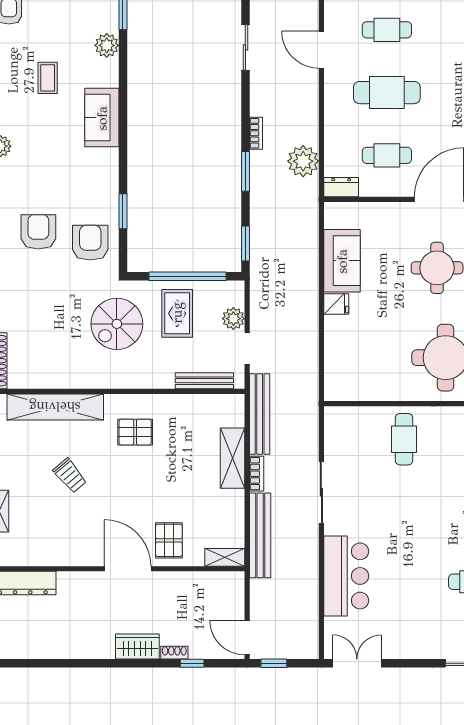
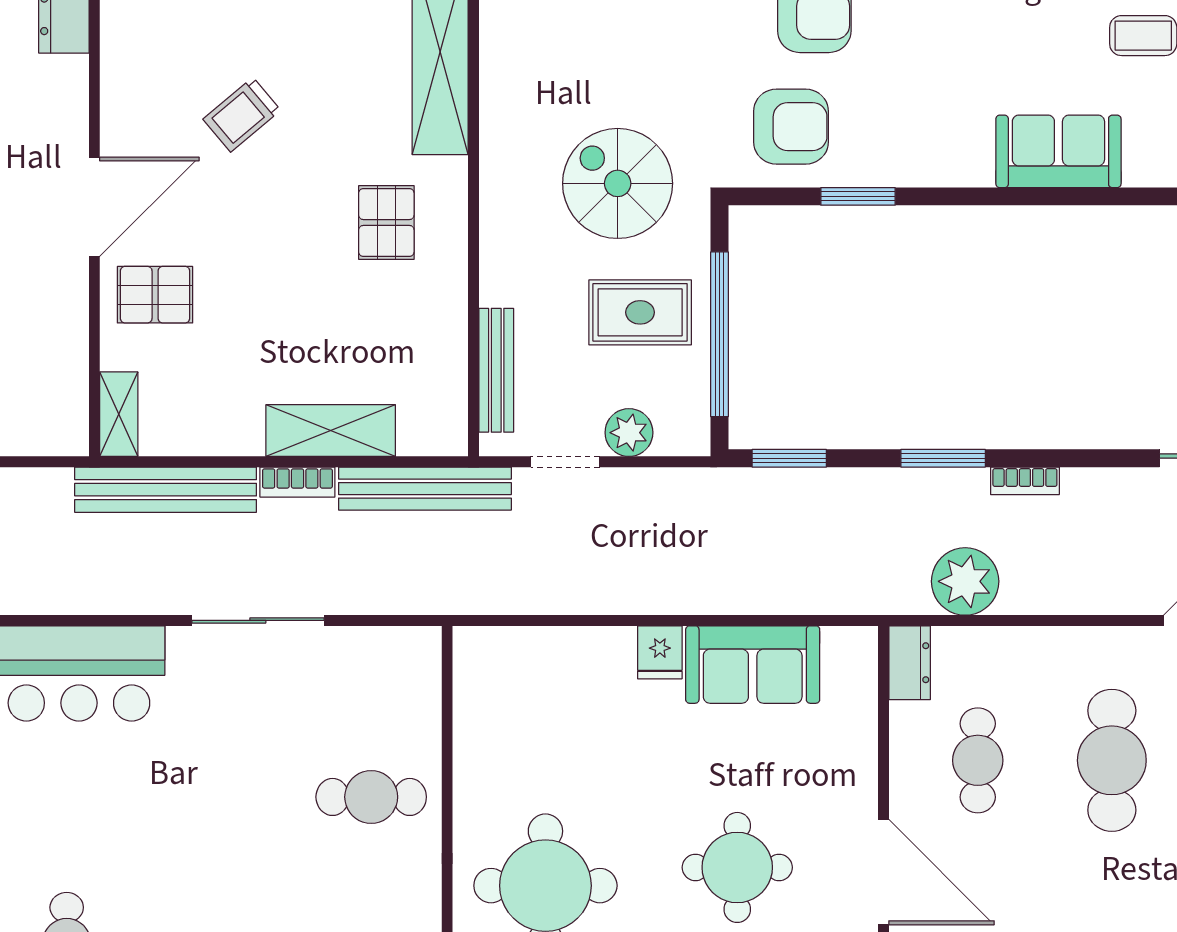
trolley: (70, 476) -> (242, 115), moved

